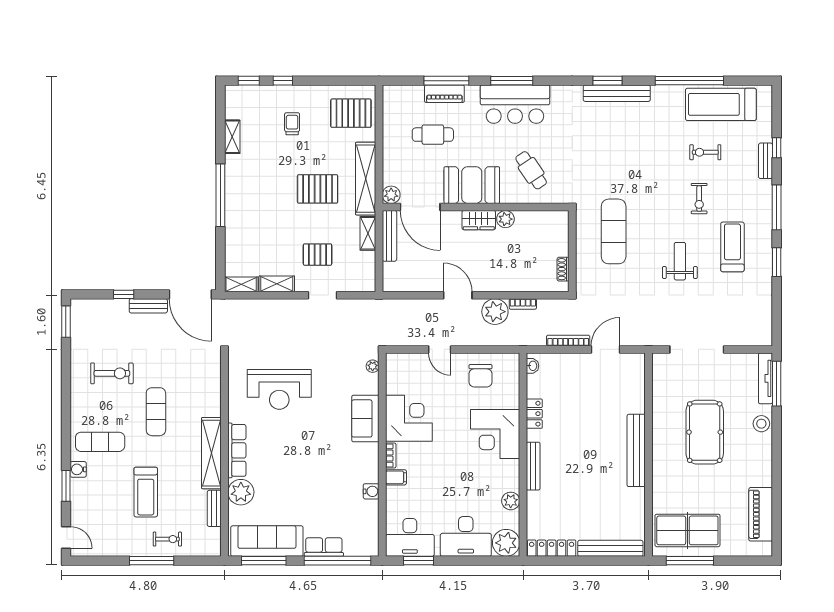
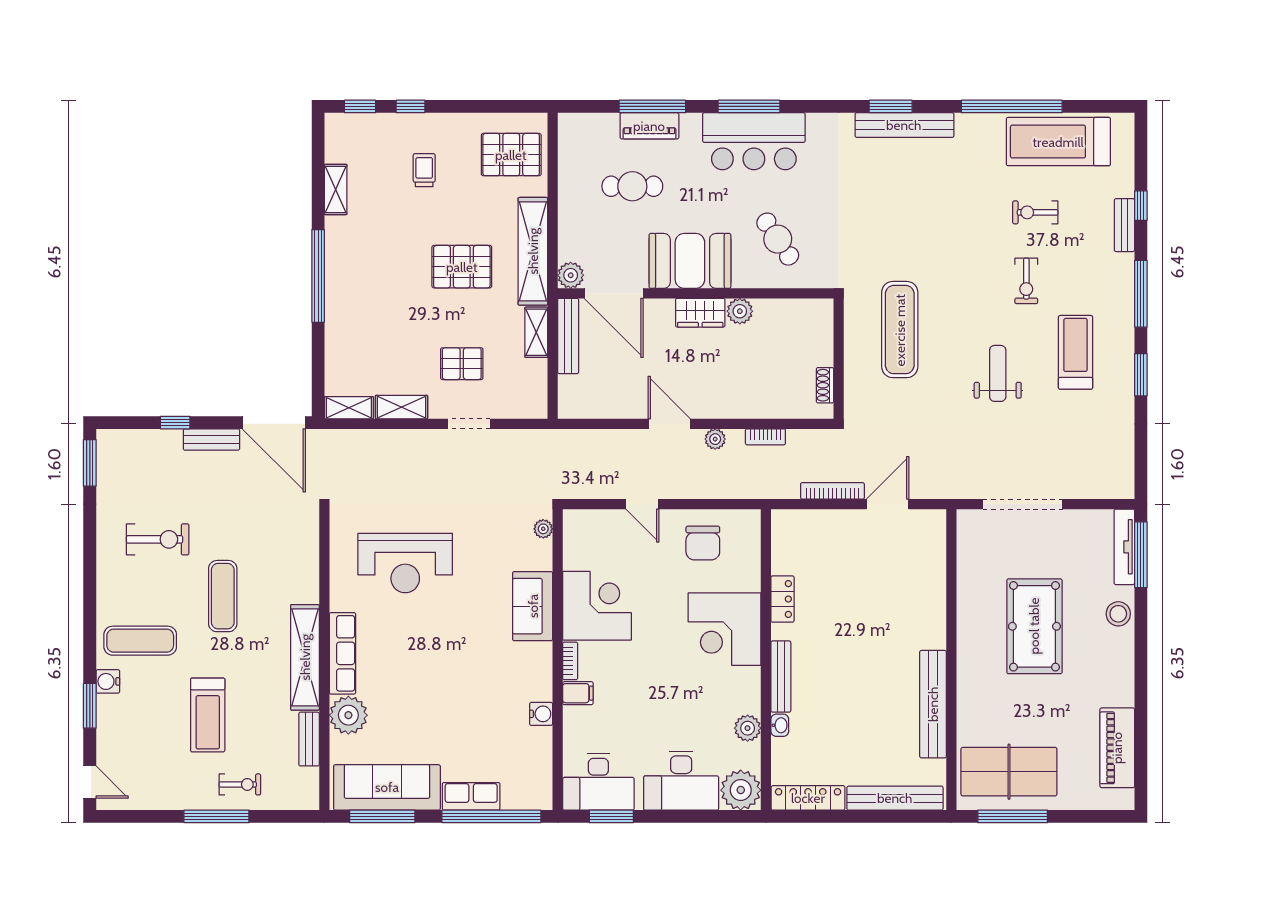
plant: (495, 312) -> (715, 439), width x0.53, depth x0.53
washbasin: (533, 366) -> (780, 725), moved
bench: (636, 450) -> (933, 704), moved

